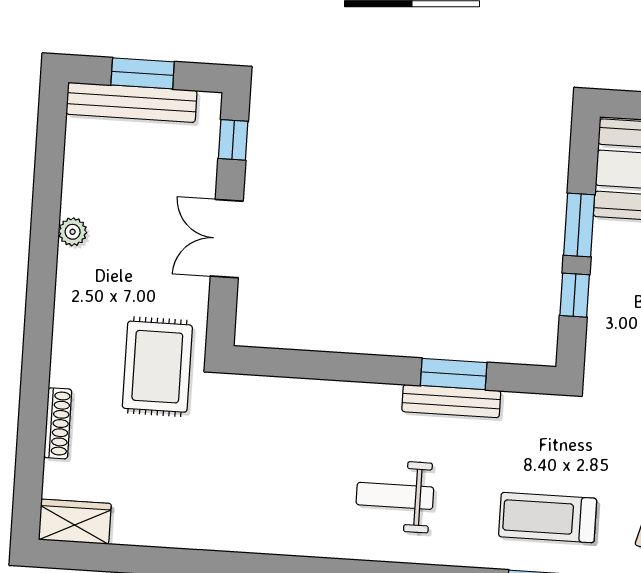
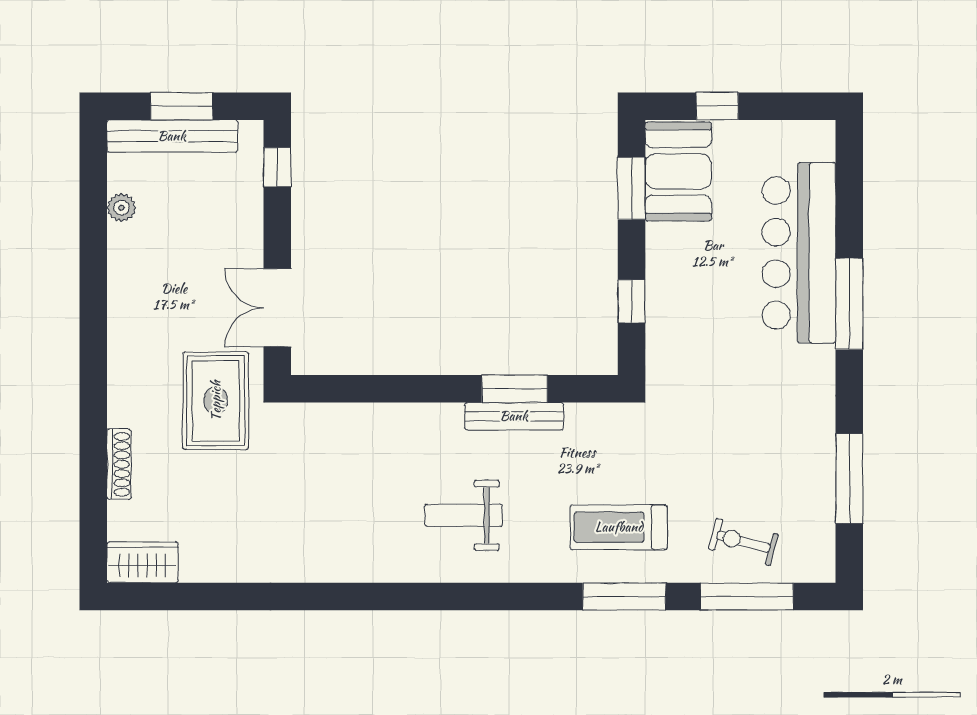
window: (579, 225) -> (631, 188), moved
plant: (73, 232) -> (121, 208), moved
double door: (227, 239) -> (277, 308), moved

